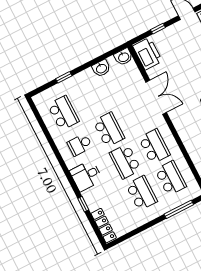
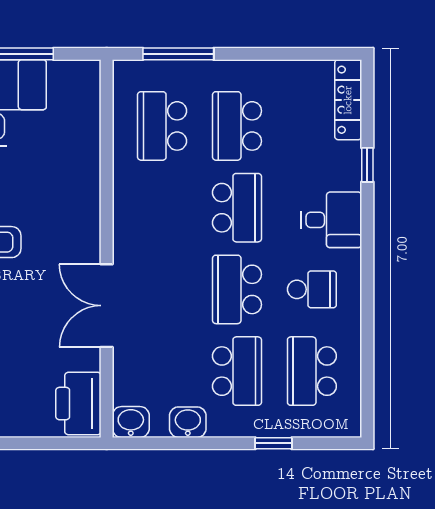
window: (158, 29) -> (31, 443), removed
school desk: (154, 146) -> (237, 371), moved, turned 180

